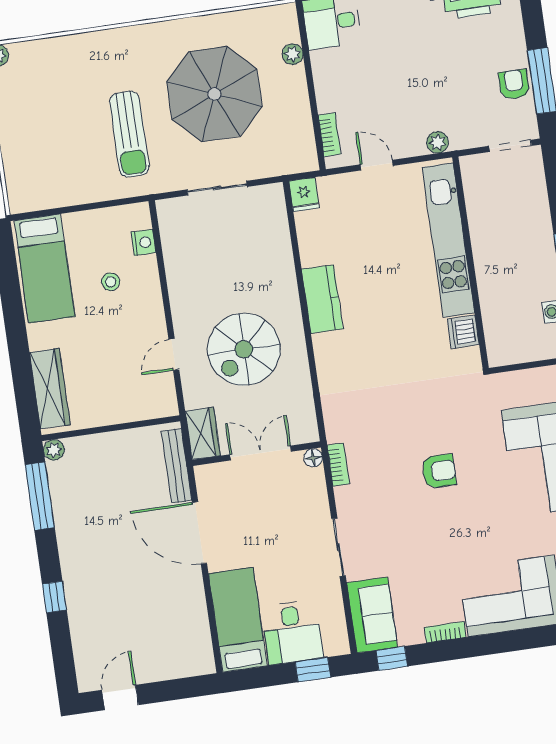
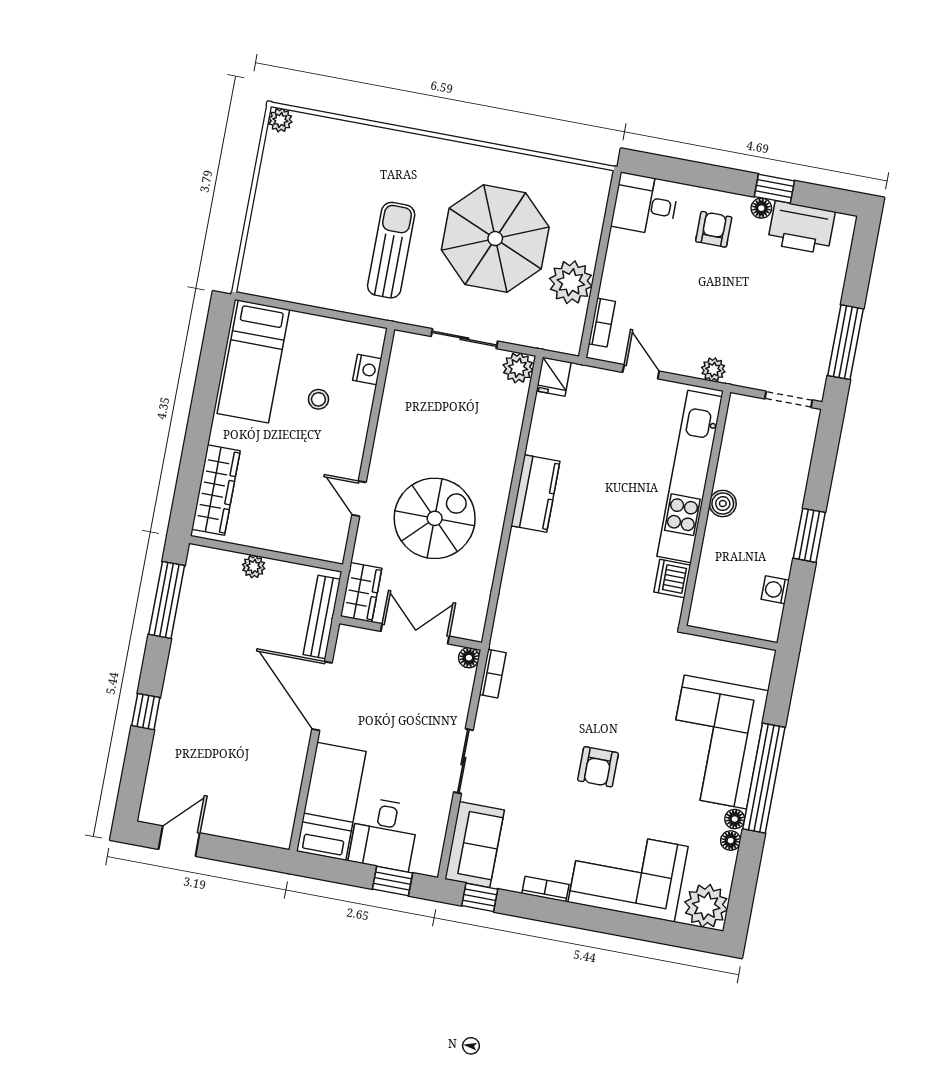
plant: (293, 54) -> (571, 282), moved, width x1.88, depth x1.88
armchair: (514, 84) -> (714, 229), moved
sun lounger: (129, 134) -> (391, 250), turned 180
plant: (271, 197) -> (518, 368), added
boiler: (484, 253) -> (723, 504), added
spiral stairs: (244, 349) -> (435, 518), turned 180
door: (174, 354) -> (359, 499), hinge flipped
plant: (54, 450) -> (254, 567), moved
armchair: (439, 471) -> (598, 767), moved, turned 90

